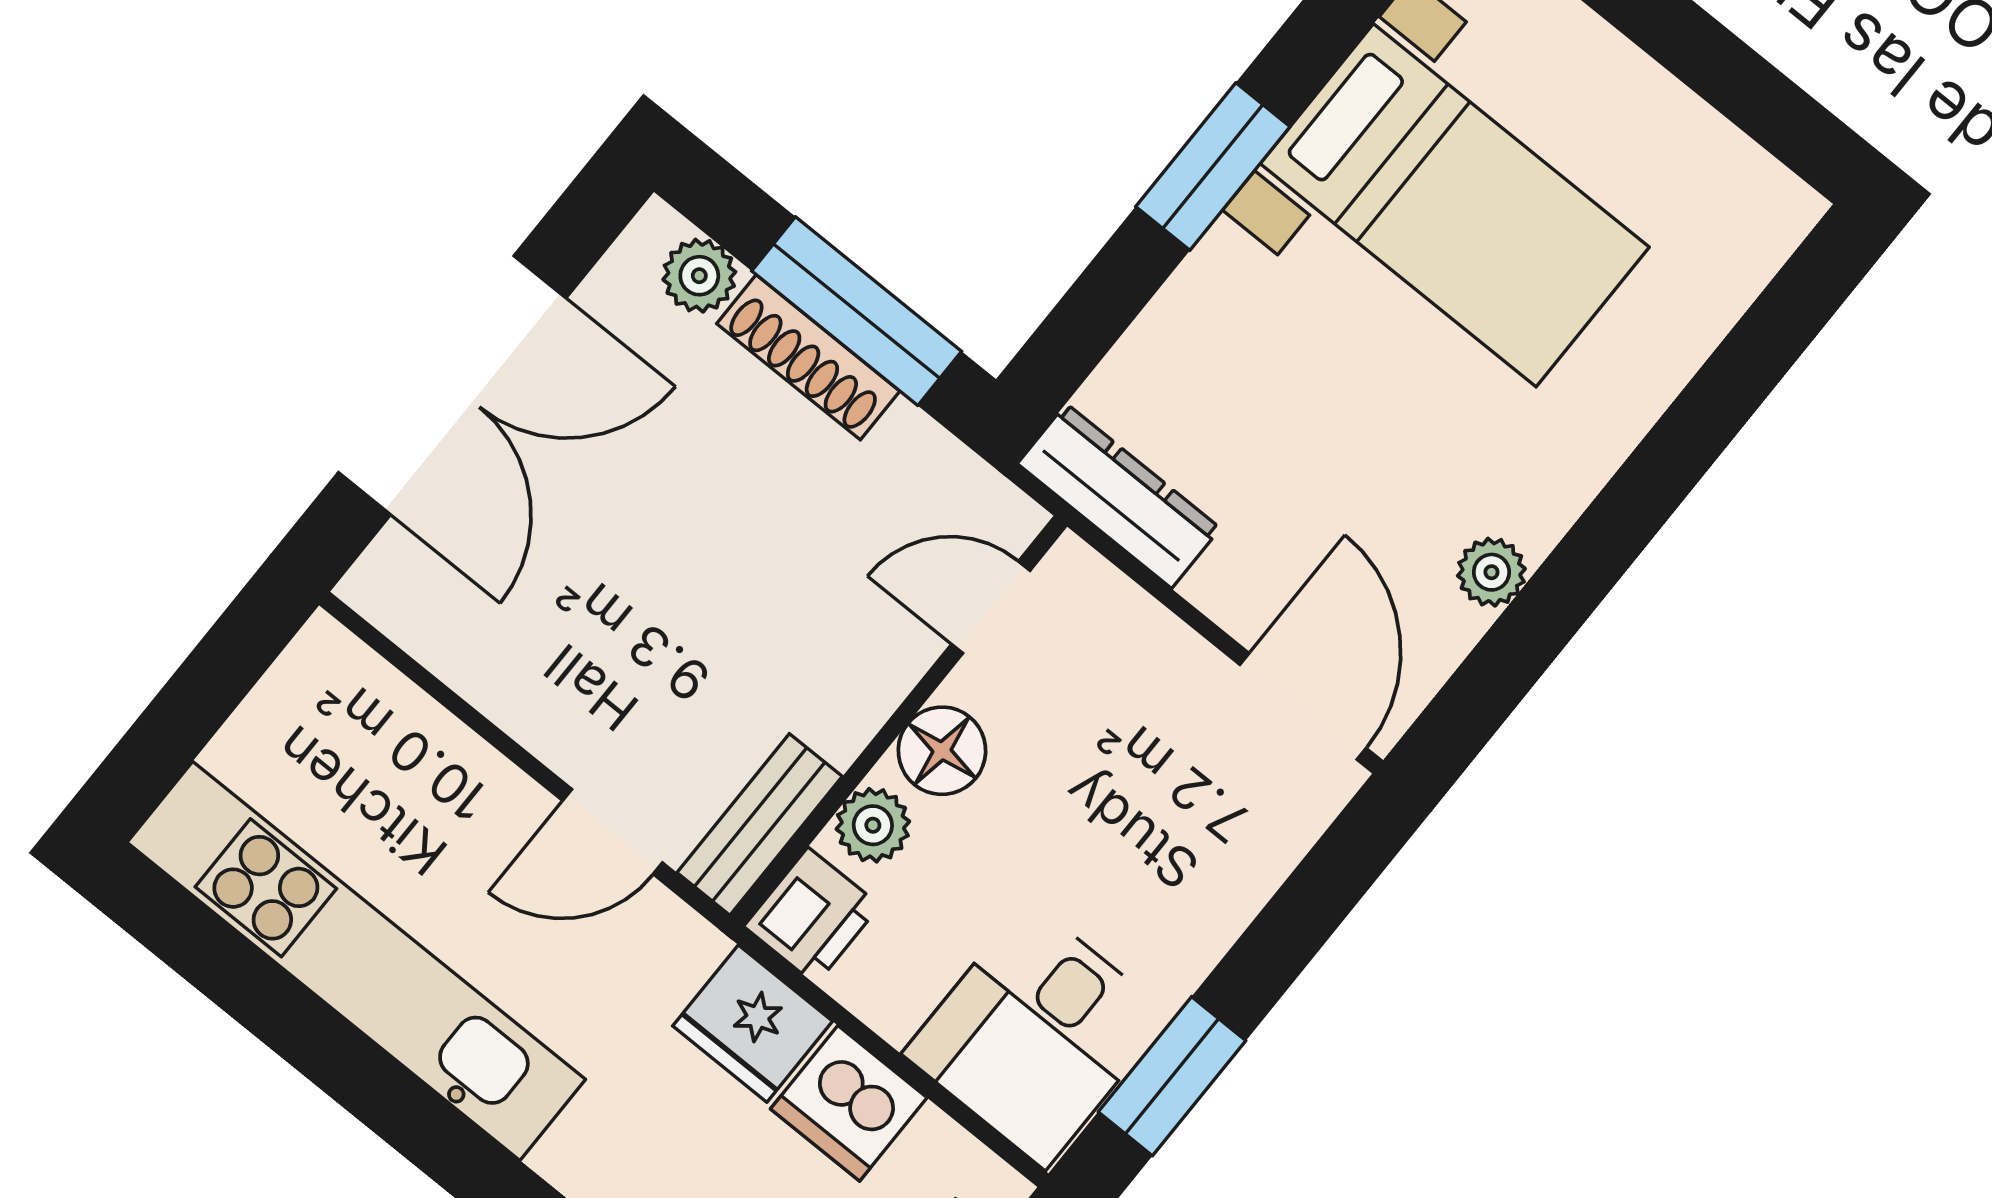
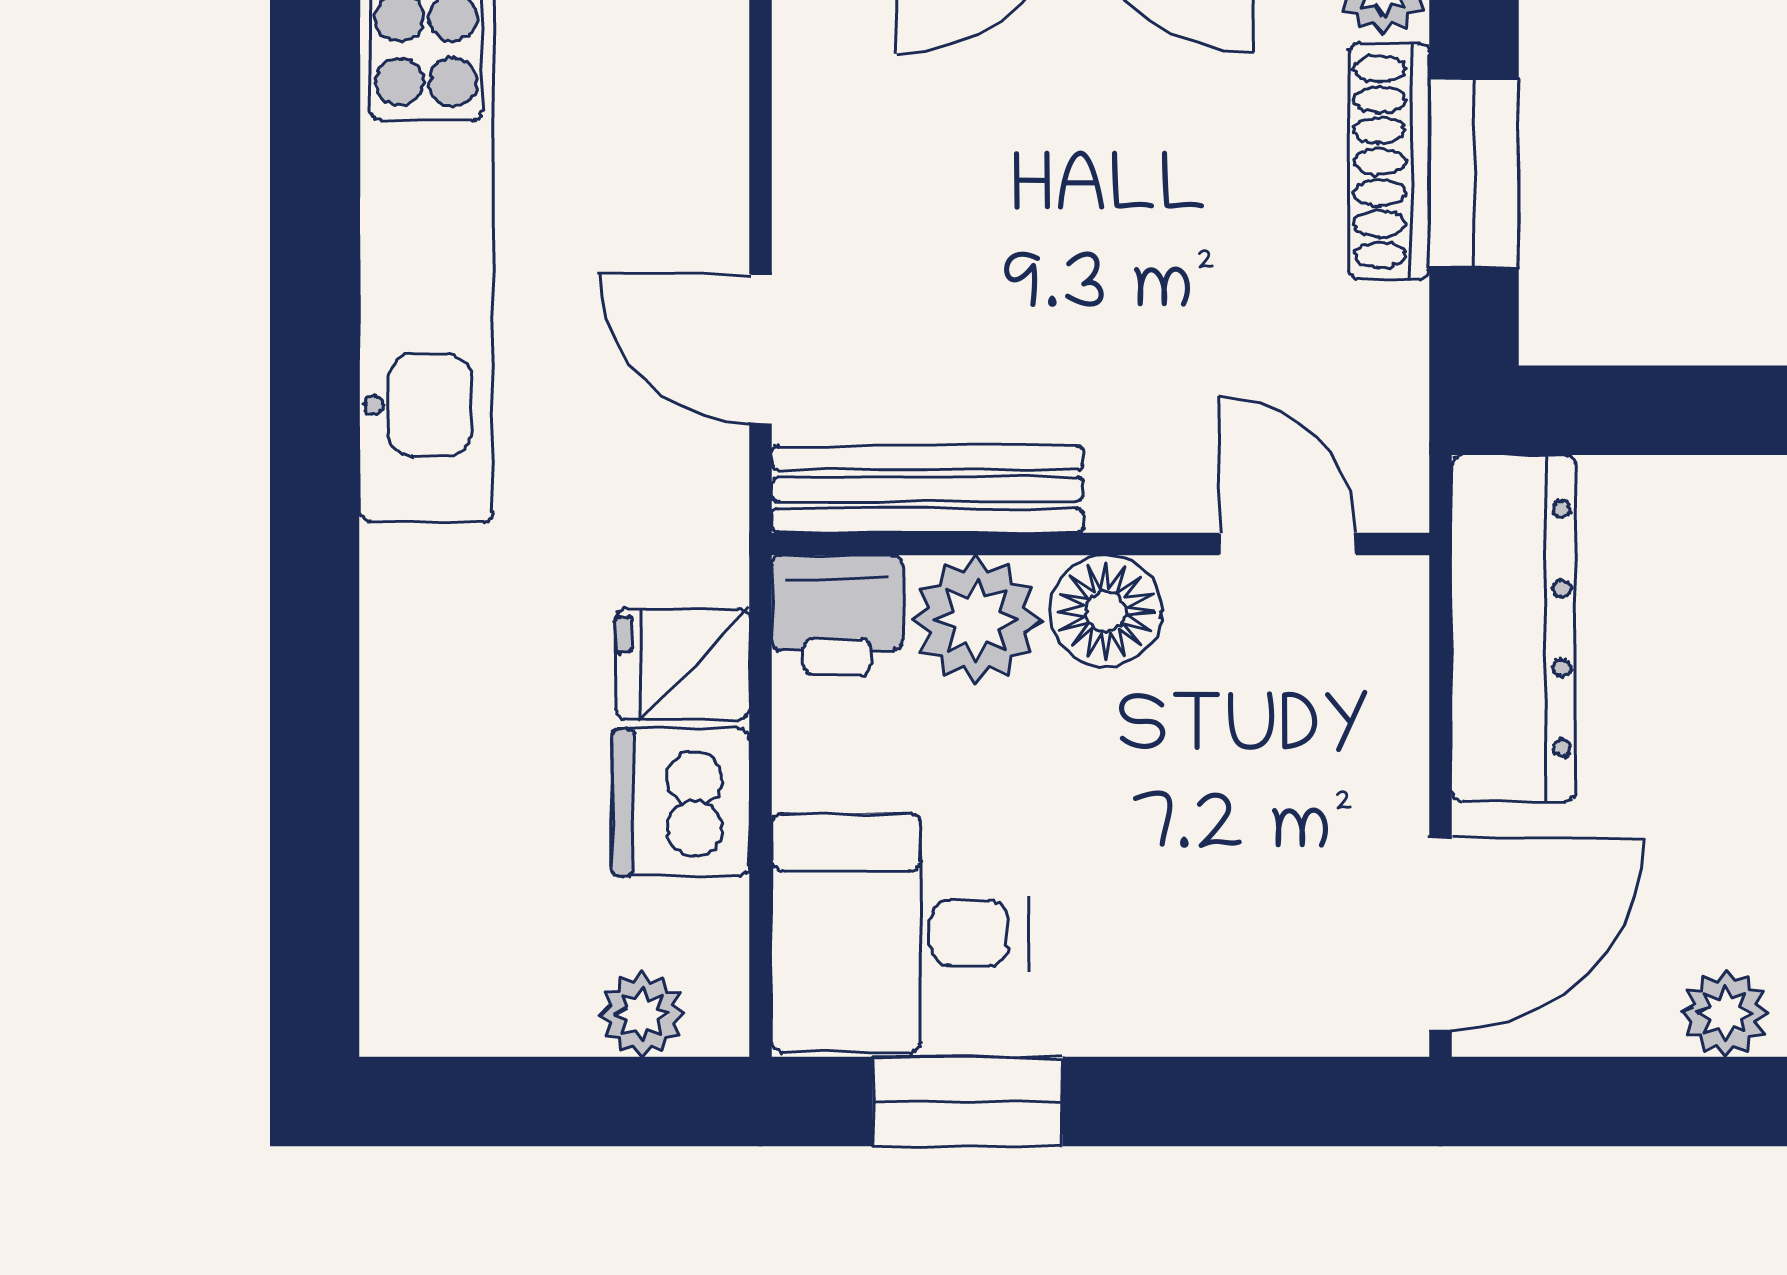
window: (857, 311) -> (1474, 173), width x0.69
dresser: (1119, 496) -> (1513, 628), width x1.37, depth x1.24
bench: (760, 825) -> (928, 489), width x1.36
plant: (873, 825) -> (976, 620), width x1.38, depth x1.38
fridge: (753, 1024) -> (683, 664), width x0.72

